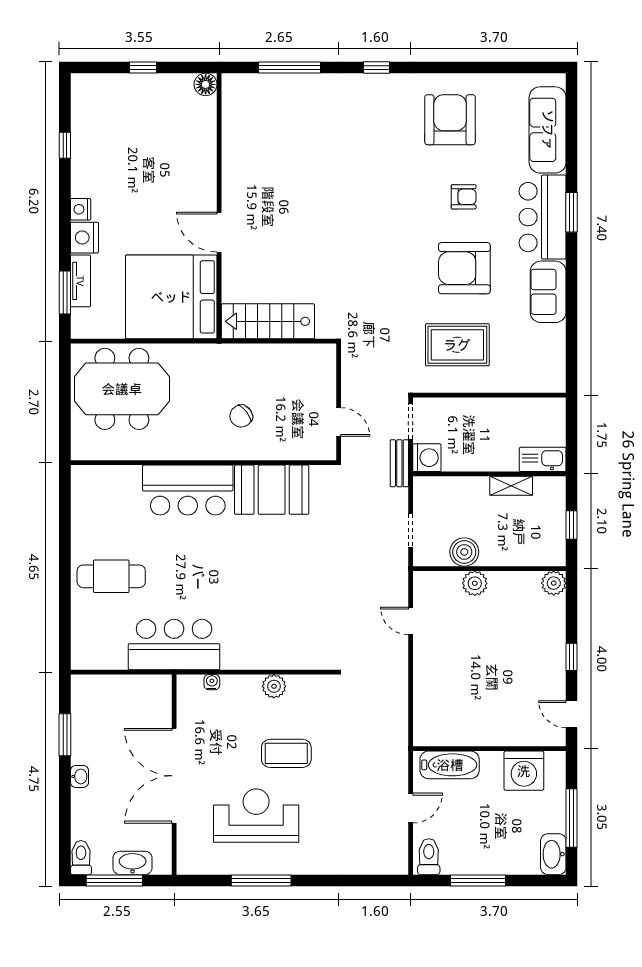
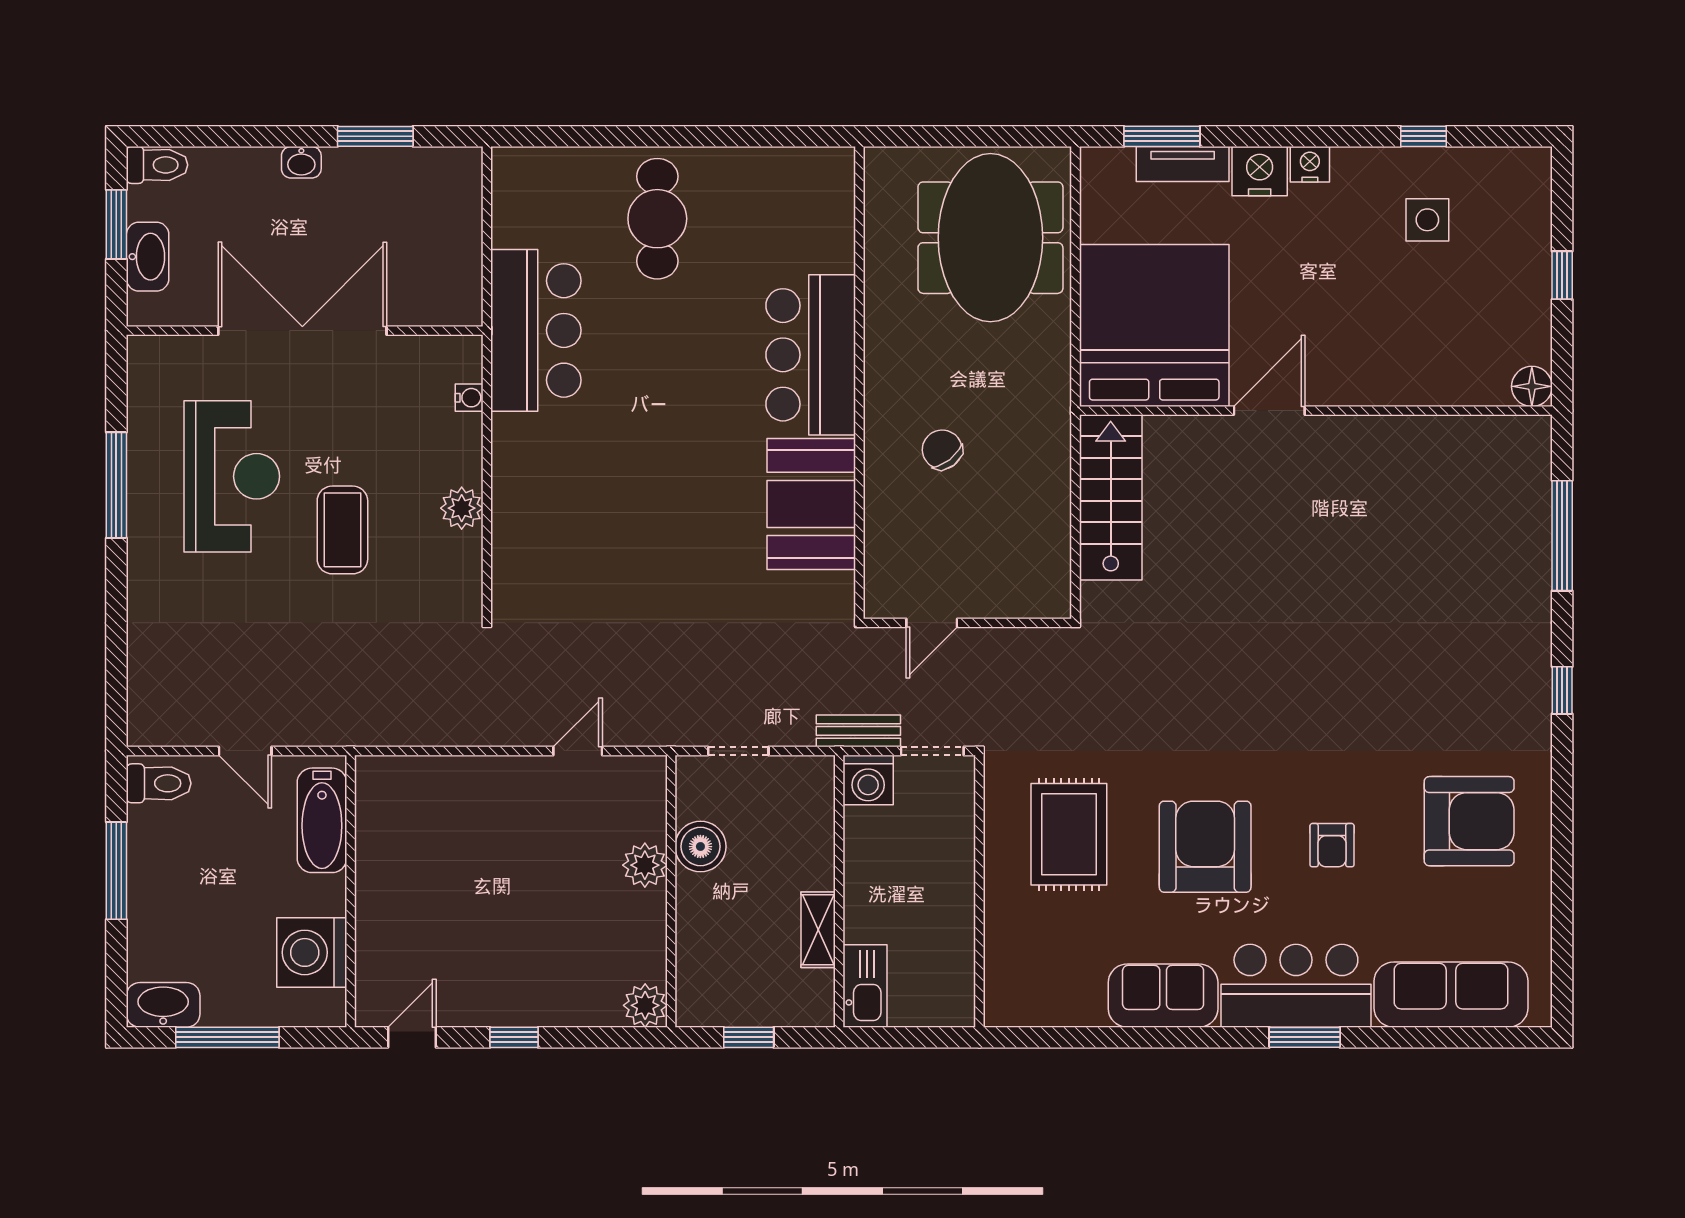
side table: (112, 143) -> (1427, 220), added
window: (114, 880) -> (116, 224), width x0.69

